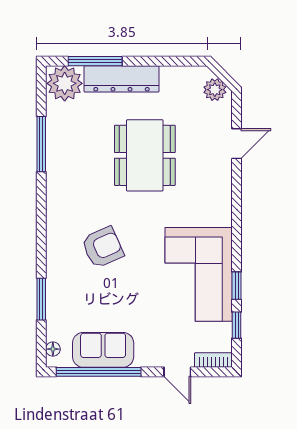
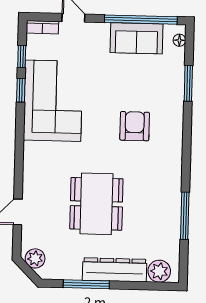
window: (95, 61) -> (86, 284), moved
plant: (65, 83) -> (159, 271), width x0.73, depth x0.73
armchair: (103, 247) -> (135, 126), turned 114

